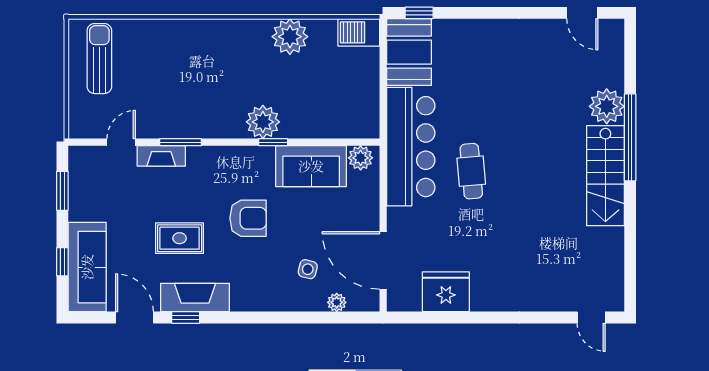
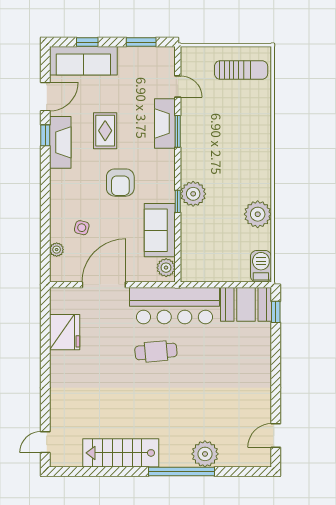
fireplace: (161, 156) -> (165, 124), width x1.37, depth x1.32
stairs: (605, 176) -> (121, 453), moved
door: (383, 260) -> (104, 285), moved

